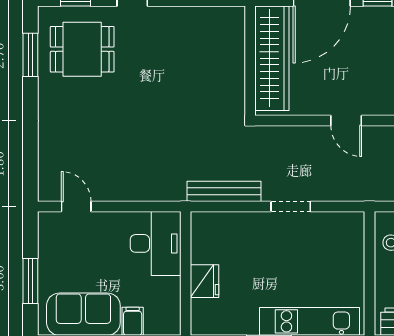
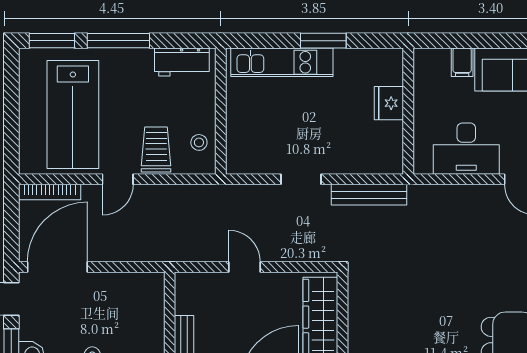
desk: (156, 243) -> (466, 149), moved, turned -90

